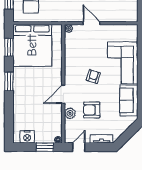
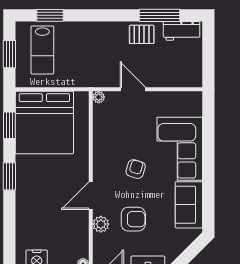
armchair: (92, 110) -> (133, 219), turned 180

